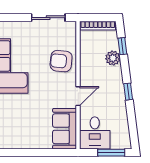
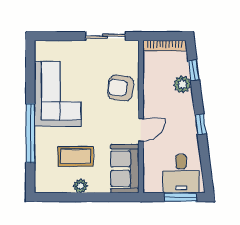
coffee table: (23, 118) -> (76, 156), added
desk: (95, 133) -> (181, 174), moved
plant: (28, 143) -> (81, 186), added

